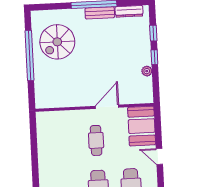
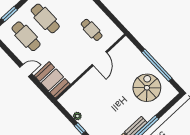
door: (107, 107) -> (100, 59), moved
cafe table: (96, 140) -> (92, 30), moved

